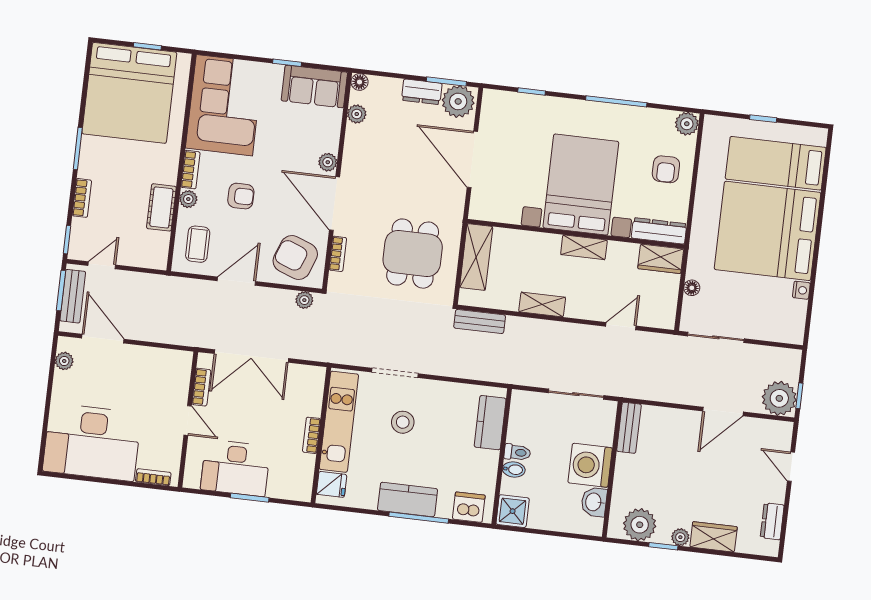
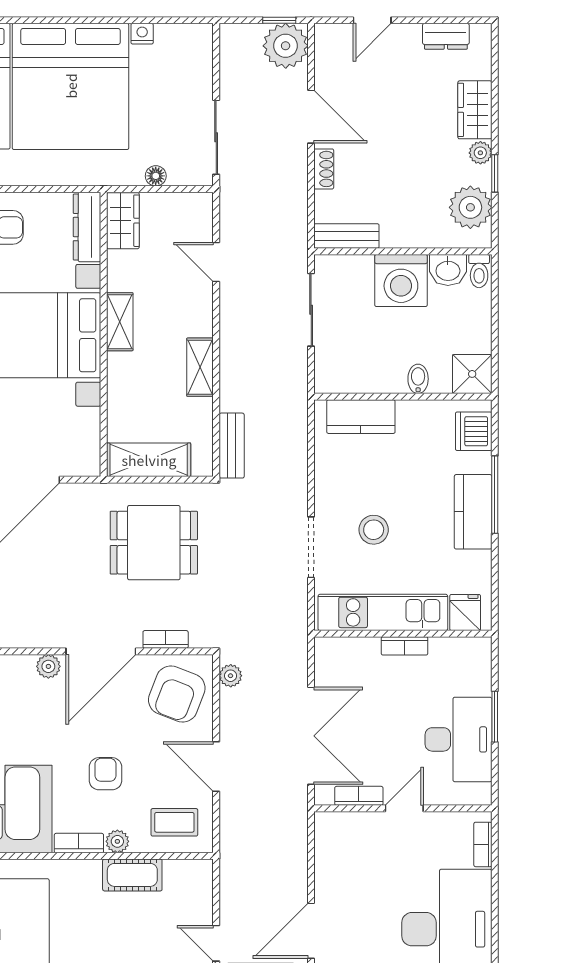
shoe rack: (682, 416) -> (324, 169), added
toilet: (517, 452) -> (479, 271), moved, turned 180

